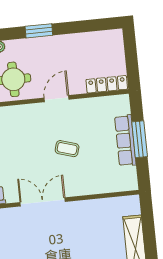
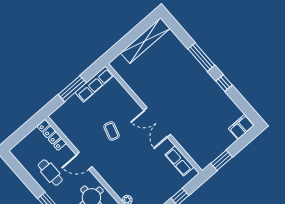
cafe table: (69, 55) -> (50, 173), added
row of seats: (125, 140) -> (94, 84), moved

